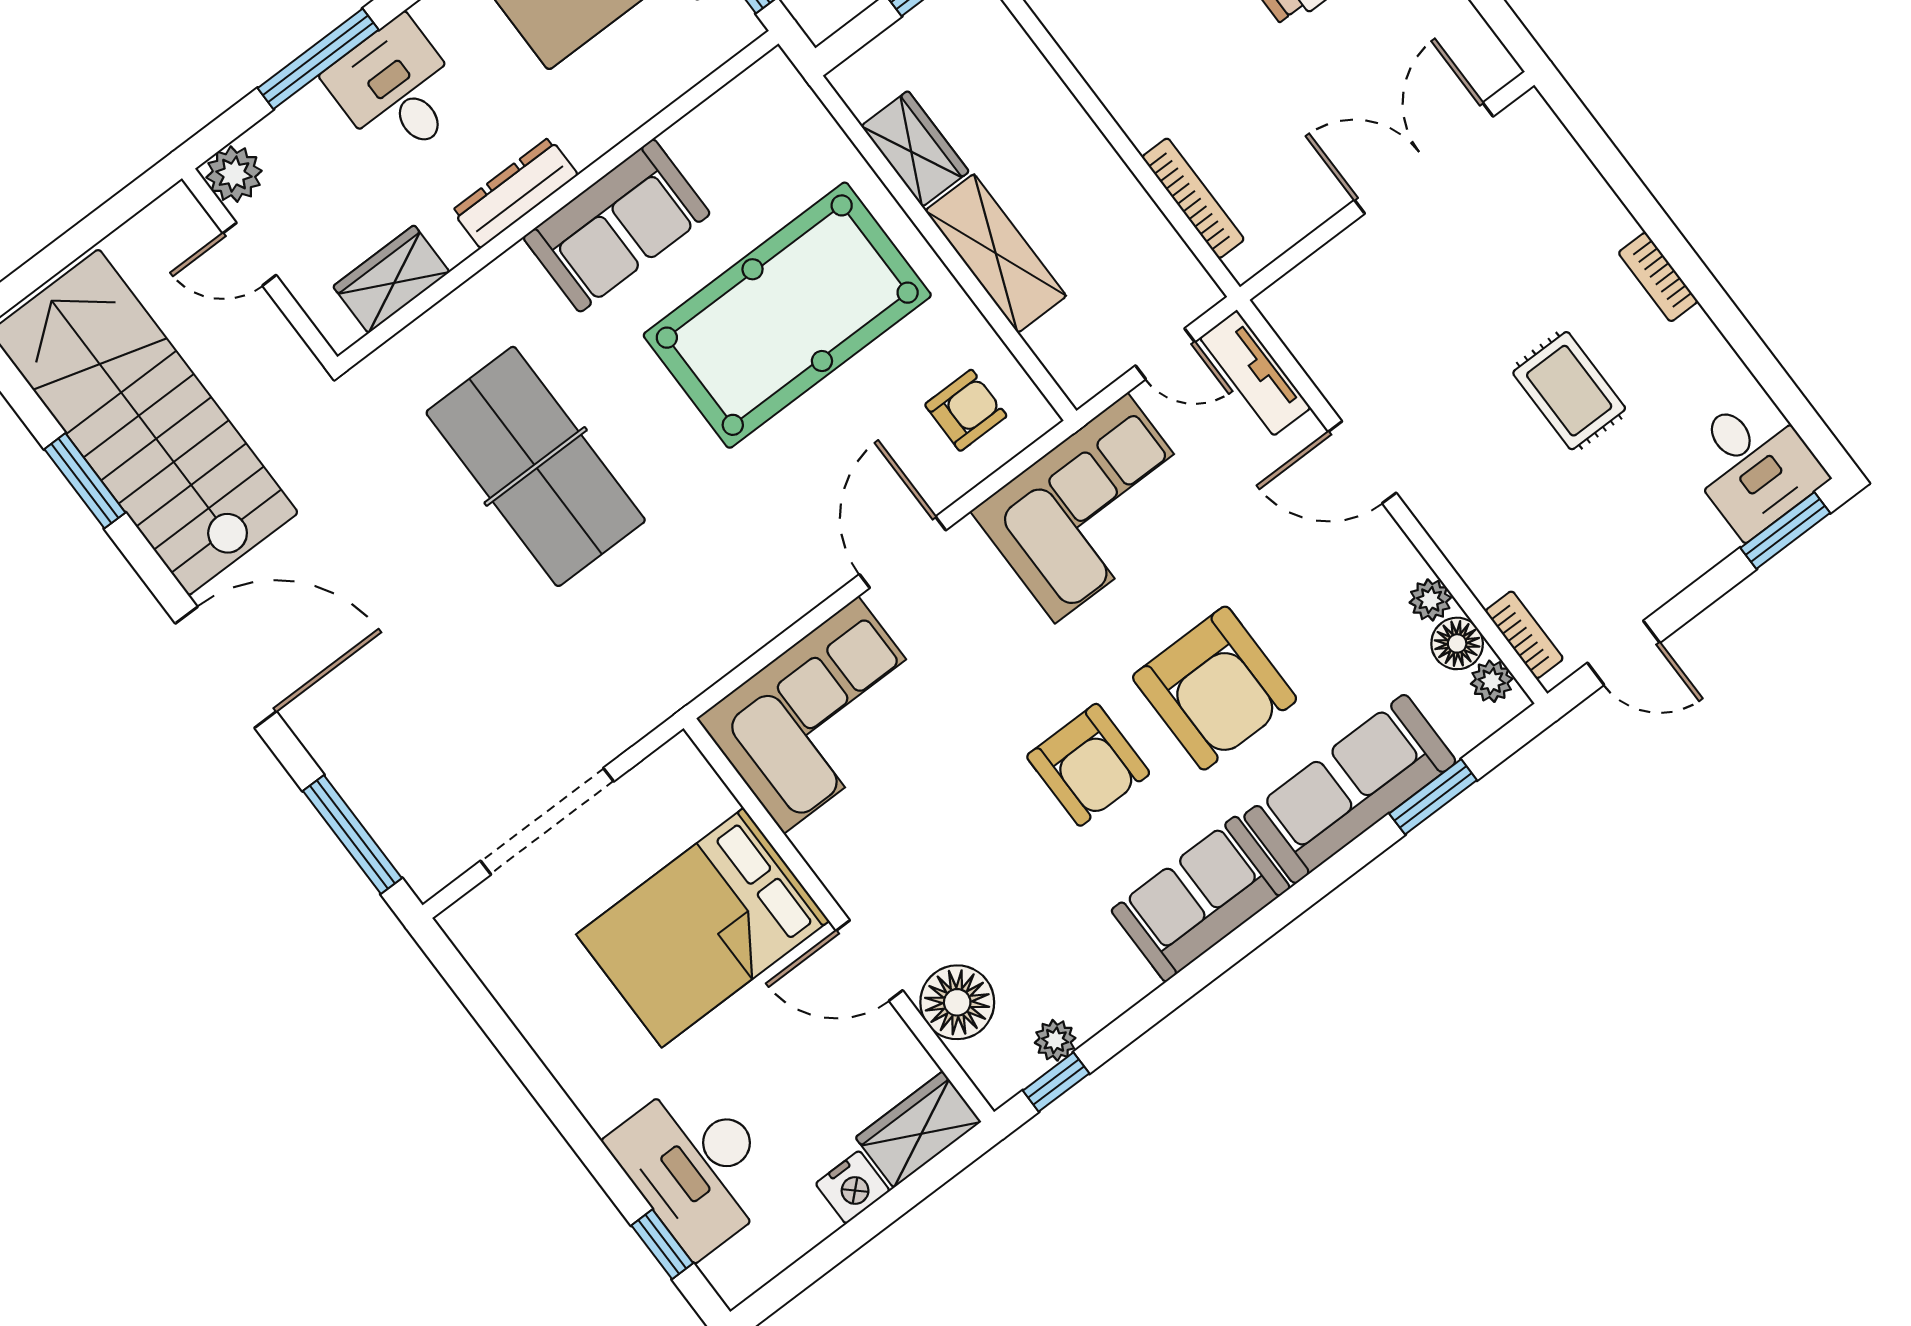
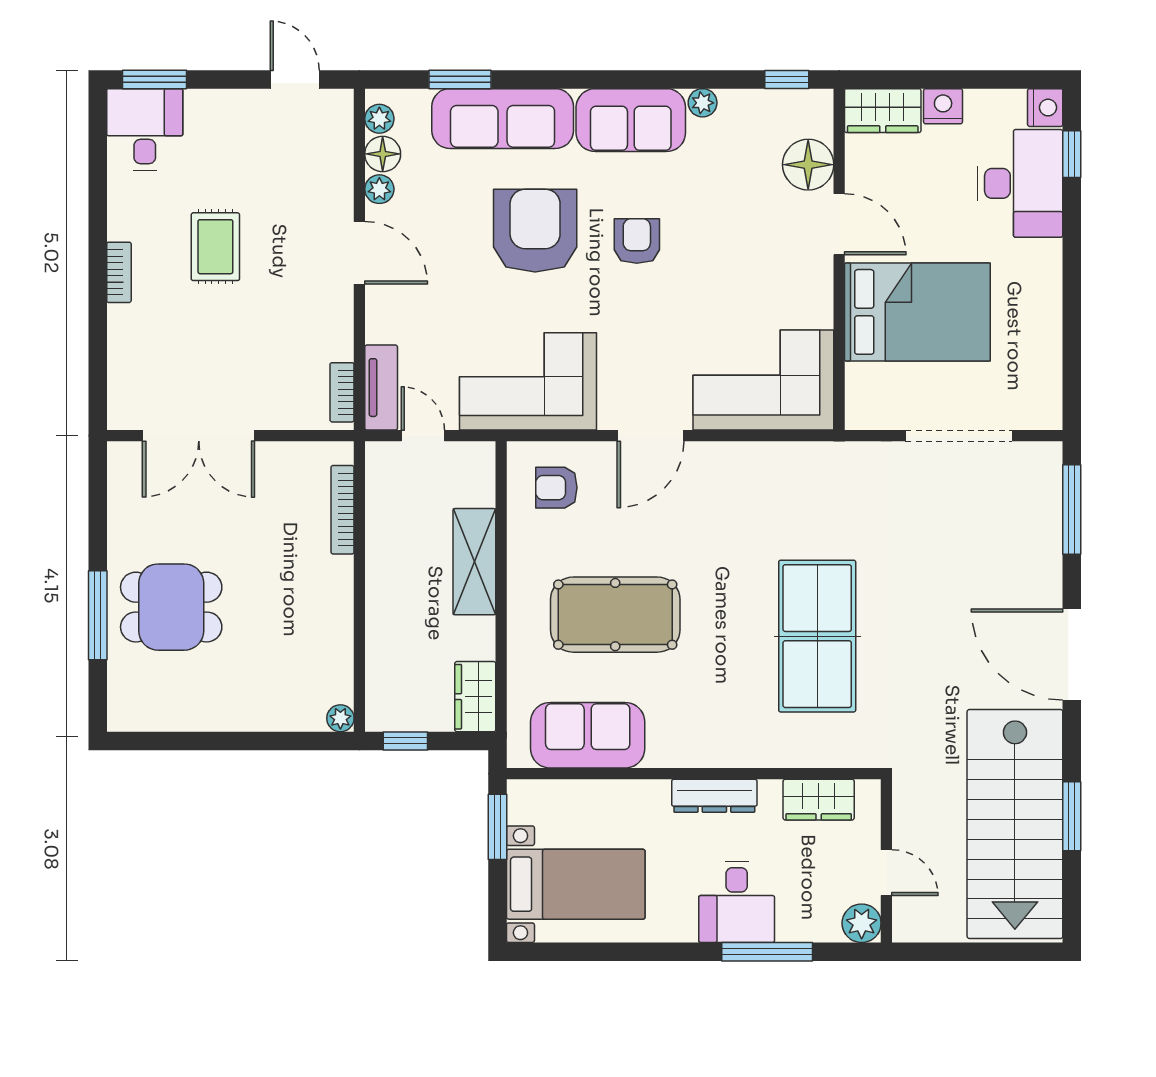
wardrobe: (915, 149) -> (475, 697), moved
sofa: (617, 226) -> (588, 735), moved
pool table: (787, 315) -> (615, 615), width x0.73, depth x0.76
door: (1362, 462) -> (359, 253), moved
bookcase: (1524, 635) -> (342, 392), moved
armchair: (1088, 765) -> (637, 241), width x0.72, depth x0.72
plant: (1055, 1040) -> (703, 103), moved
nightstand: (734, 1275) -> (1045, 108), added

